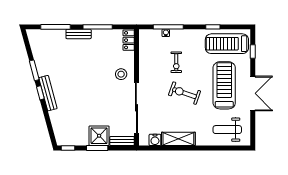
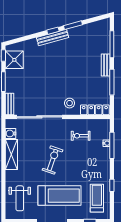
locker: (129, 40) -> (95, 110), width x1.53
treadmill: (227, 44) -> (97, 198), width x0.73, depth x0.73
exercise bike: (176, 62) -> (81, 136), moved
weight bench: (227, 130) -> (20, 198), turned 180
shower: (99, 136) -> (14, 60), moved

